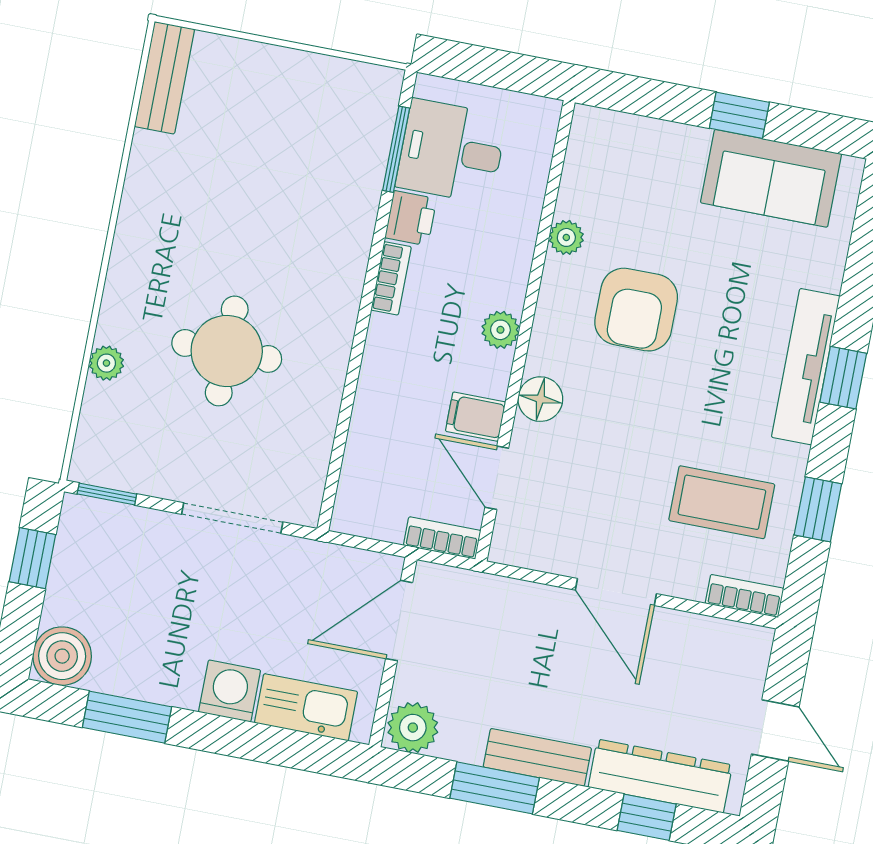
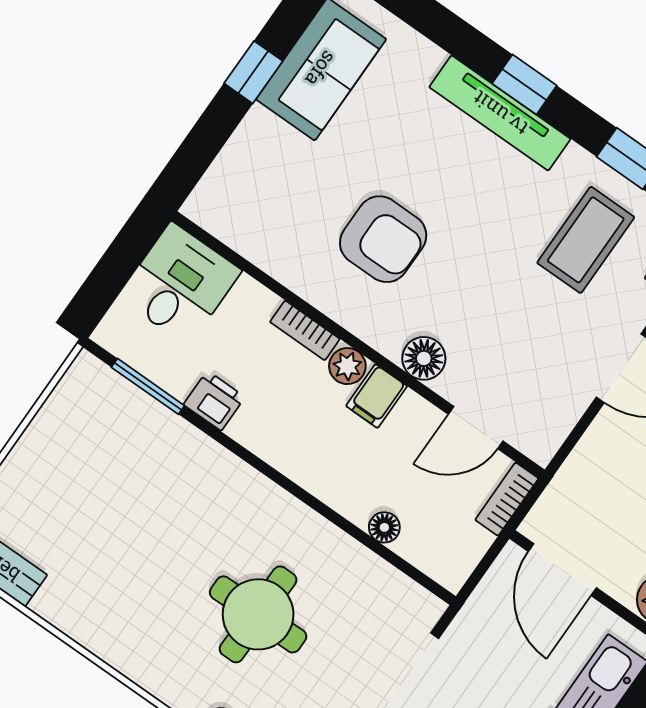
desk: (451, 151) -> (180, 284), moved, turned 180
plant: (566, 237) -> (292, 272), removed
bookcase: (391, 278) -> (305, 330), moved, turned 180
filing cabinet: (476, 417) -> (377, 396), moved
floor lamp: (363, 434) -> (384, 527), added

